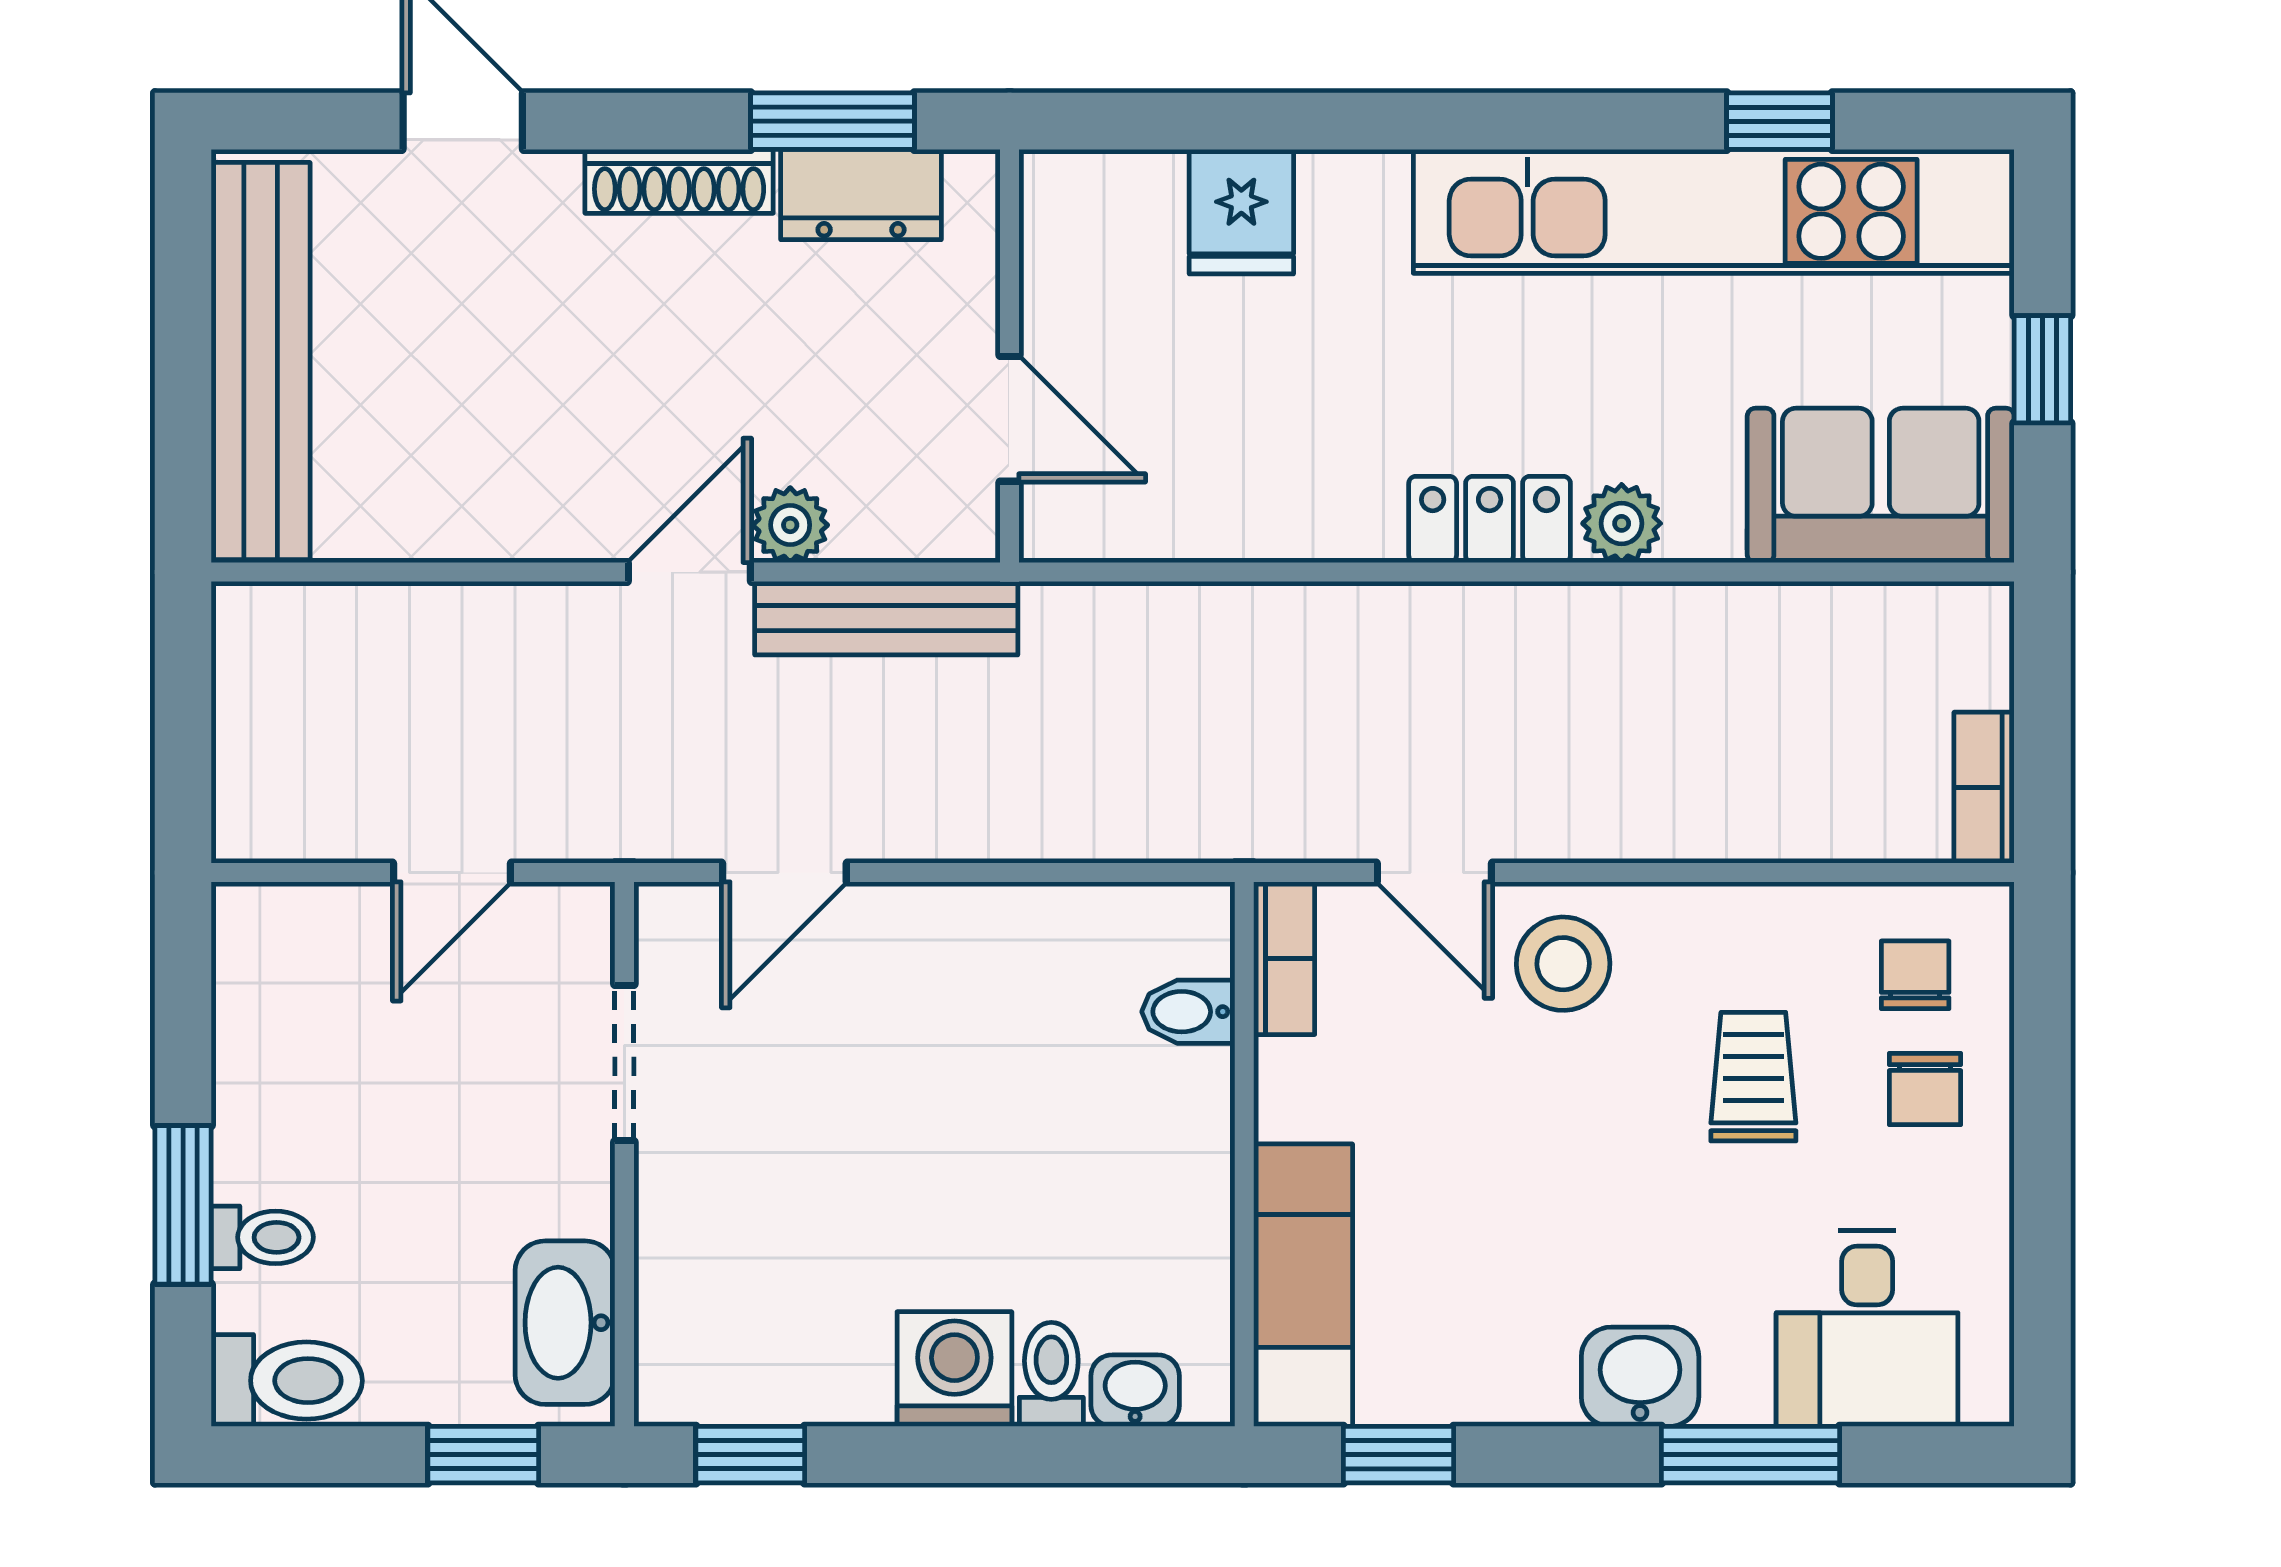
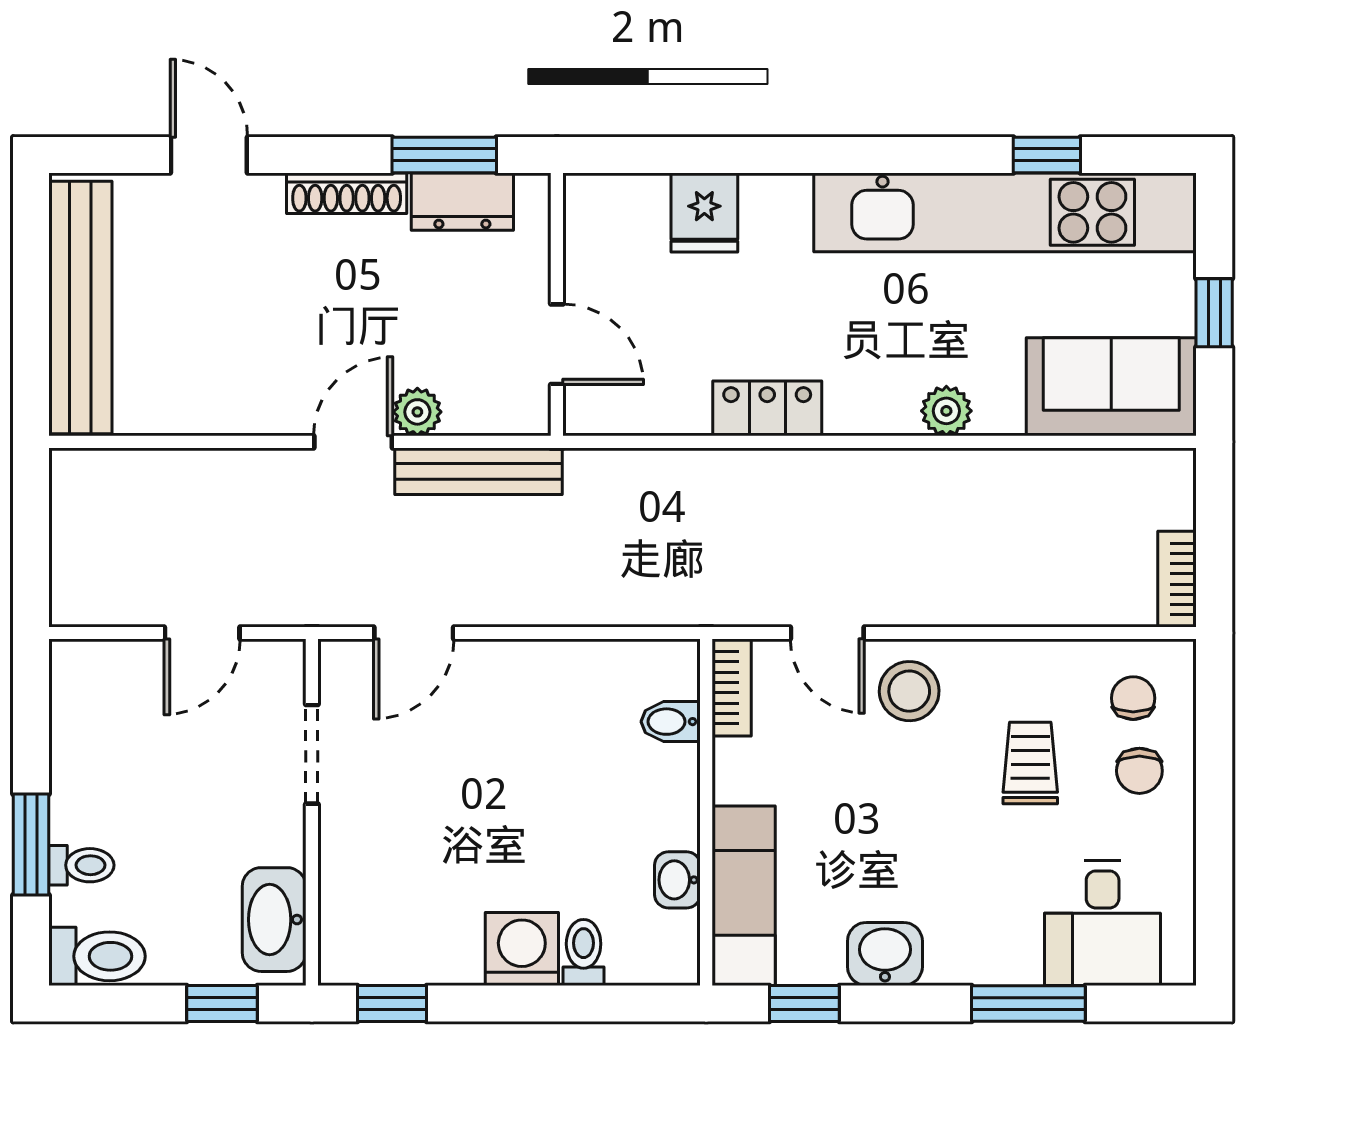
locker: (1490, 519) -> (767, 408), moved
washbasin: (1640, 1377) -> (885, 954), moved
washbasin: (1135, 1391) -> (677, 880), moved, turned -90

